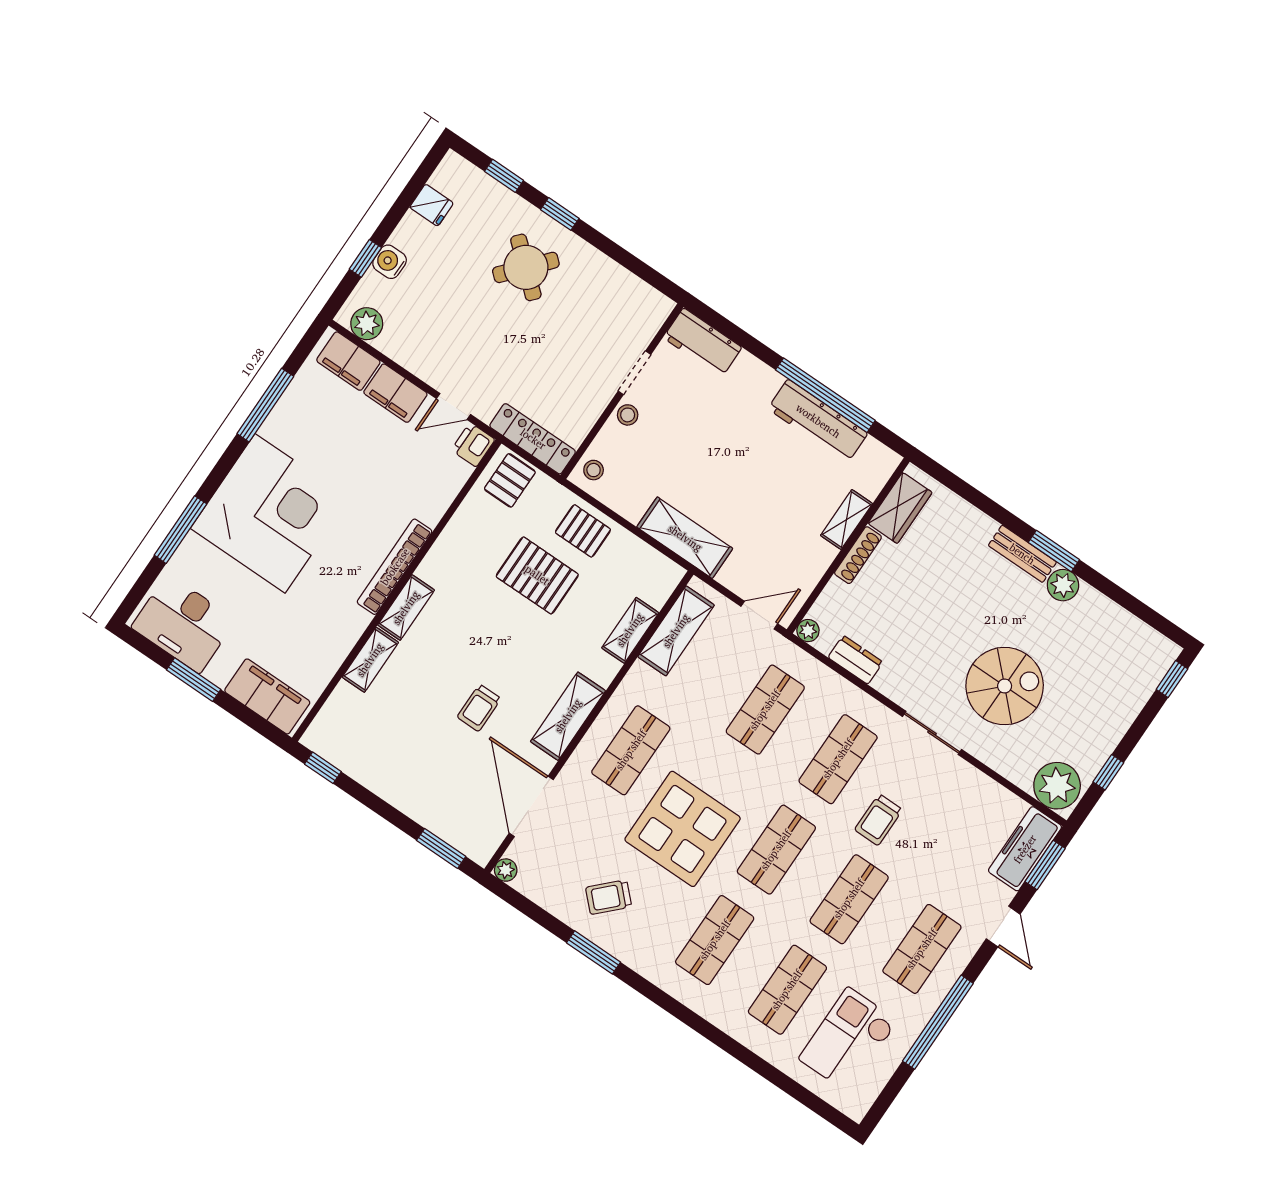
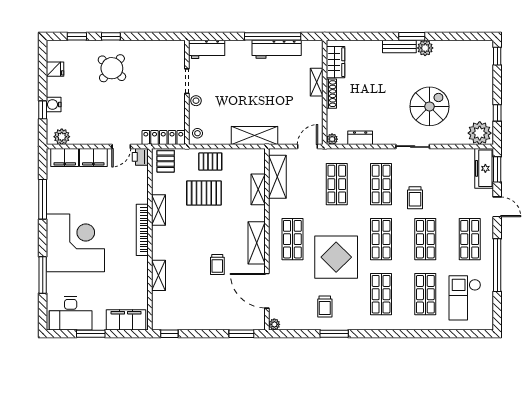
shelving: (406, 608) -> (159, 210), moved
trolley: (609, 897) -> (325, 306), turned -45

